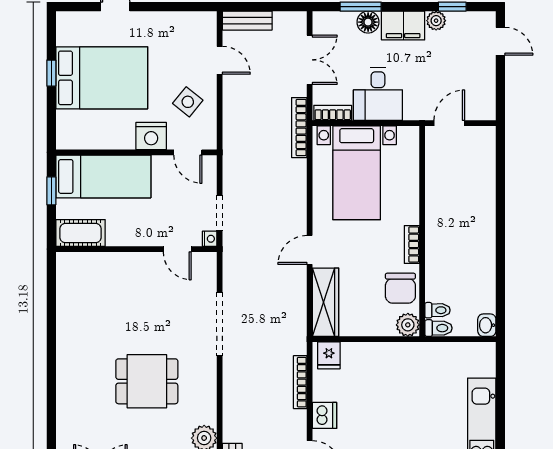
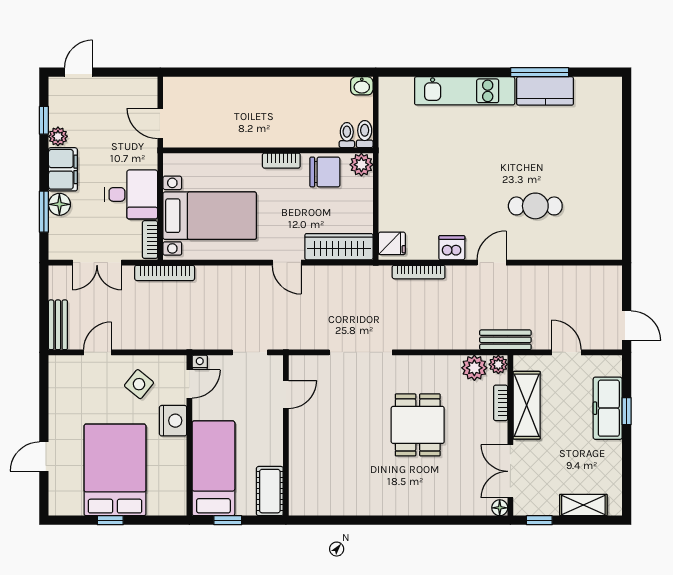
double door: (310, 60) -> (97, 263), swing flipped
nightstand: (210, 239) -> (200, 362), moved

